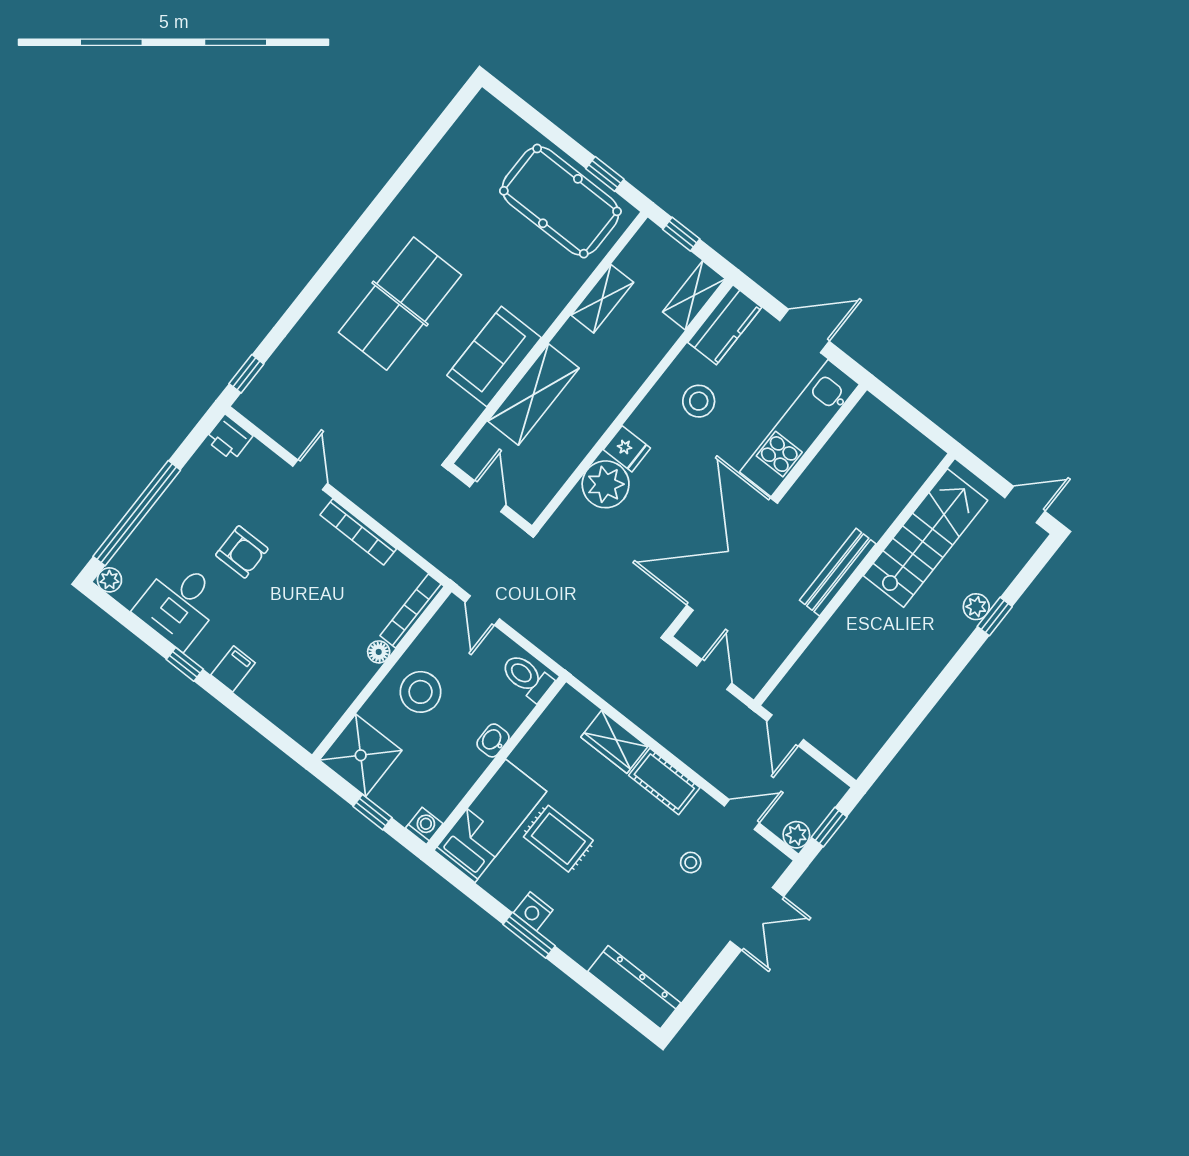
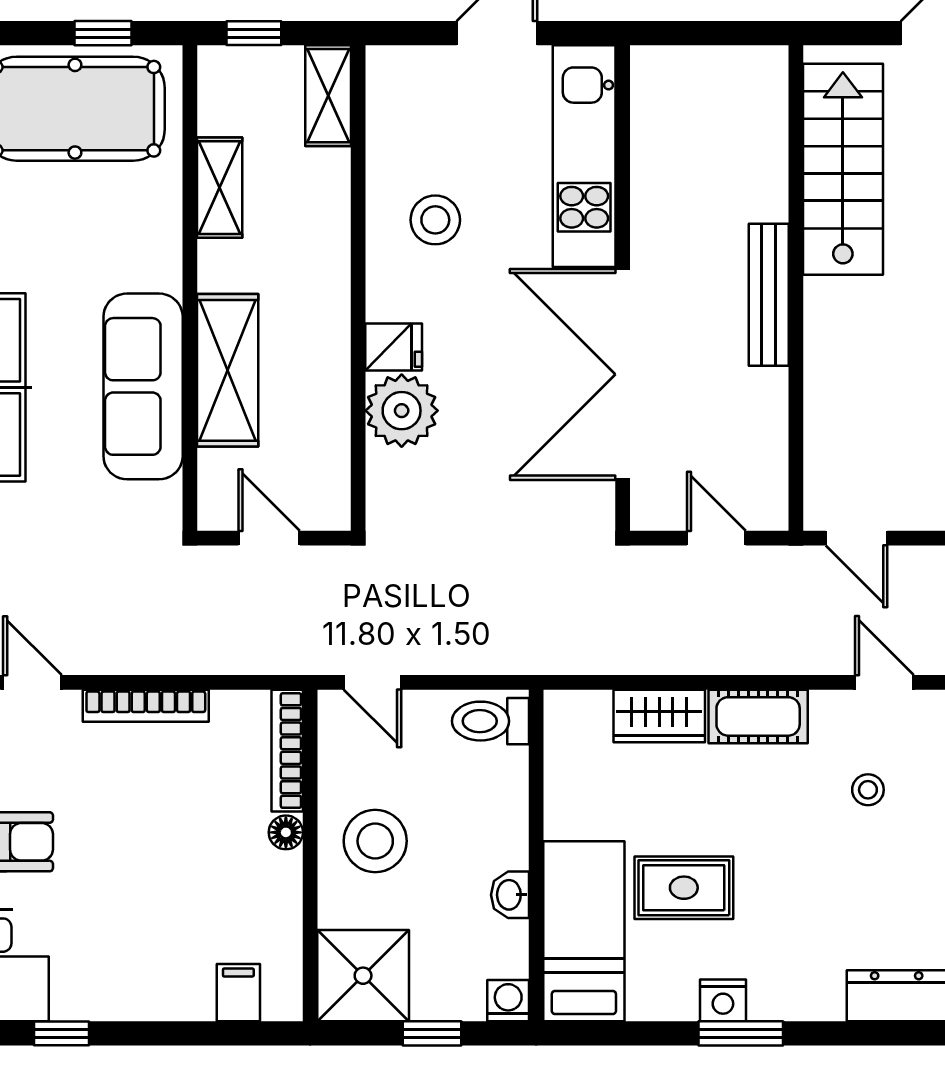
kitchen counter: (725, 325) -> (394, 102), removed
sofa: (494, 356) -> (143, 386), width x1.36
filing cabinet: (233, 669) -> (238, 993), moved
washbasin: (493, 740) -> (510, 895), moved
door: (742, 815) -> (884, 682), hinge flipped

